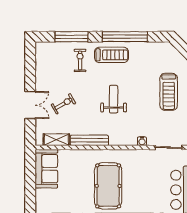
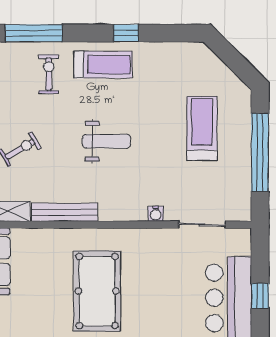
window: (125, 37) -> (126, 33), width x0.32
treadmill: (169, 92) -> (202, 128), turned 180
weight bench: (114, 99) -> (107, 141), turned 90

